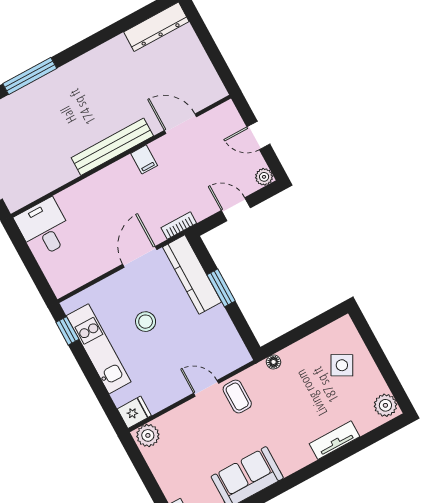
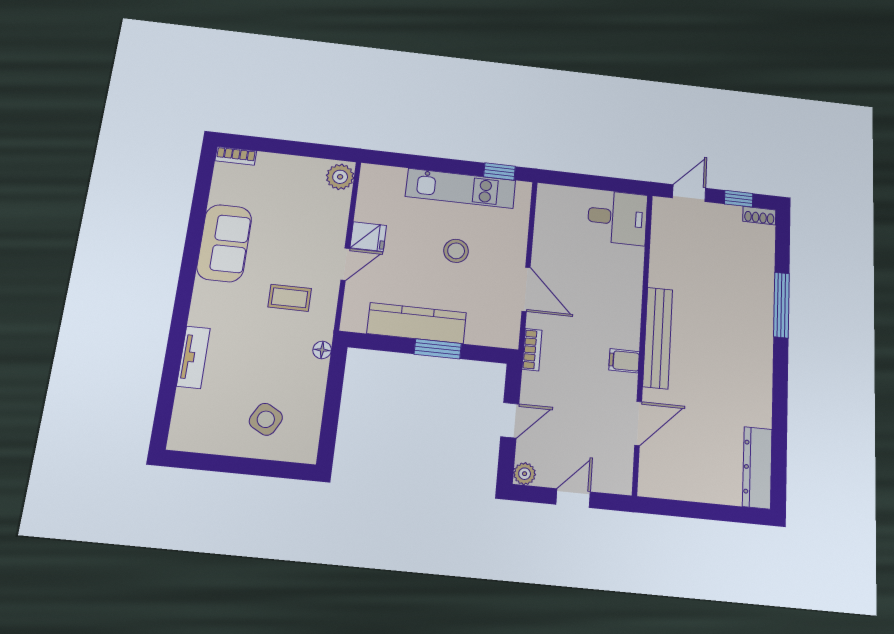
kitchen counter: (192, 274) -> (417, 323), moved
coffee table: (237, 397) -> (290, 298), moved
plant: (385, 405) -> (188, 437), removed
fridge: (134, 412) -> (368, 237), moved, turned -90

